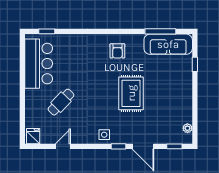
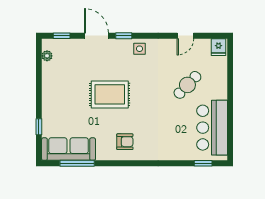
armchair: (117, 51) -> (125, 142), turned 90
rug: (131, 93) -> (110, 94), turned 90

